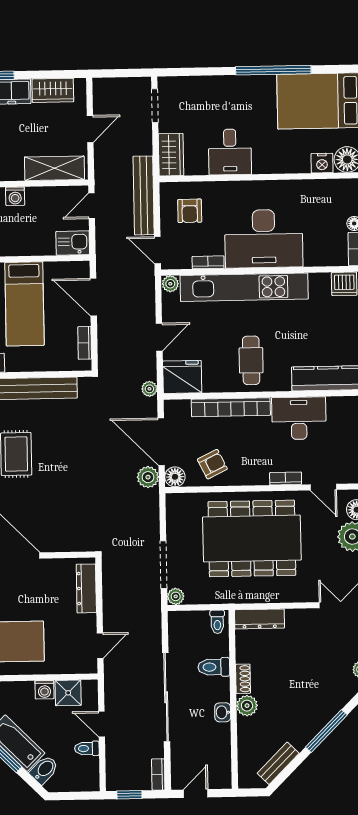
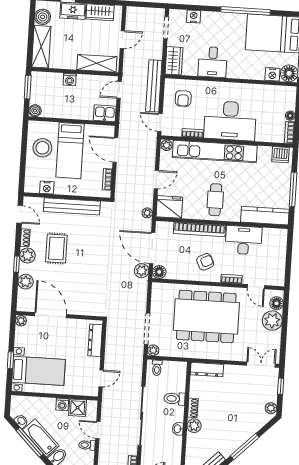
nightstand: (195, 85) -> (194, 16), added
armchair: (212, 464) -> (205, 262), moved
toilet: (217, 622) -> (157, 368), moved

